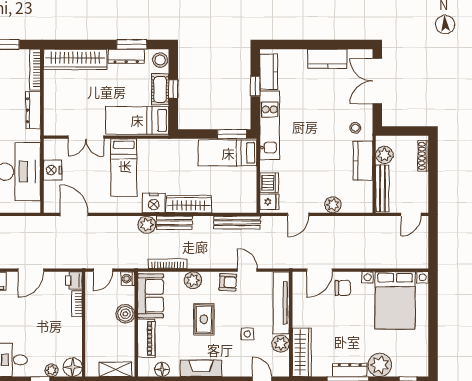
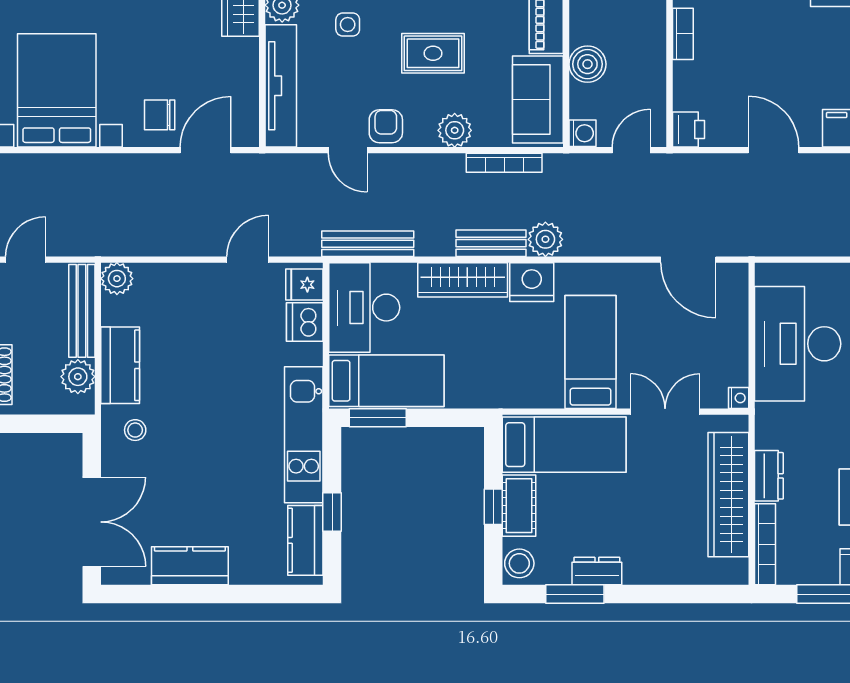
dresser: (126, 56) -> (597, 571), width x0.70
wardrobe: (75, 59) -> (728, 495), moved, turned -90
dresser: (33, 110) -> (769, 476), width x0.70
nightstand: (53, 170) -> (739, 398), moved, width x0.53, depth x0.56
desk: (239, 190) -> (364, 308), added
plant: (333, 205) -> (117, 279), moved
door: (31, 270) -> (774, 150), hinge flipped
armchair: (228, 282) -> (386, 126), turned 87
bookcase: (77, 304) -> (683, 34), moved
rug: (204, 319) -> (433, 53), turned 90

